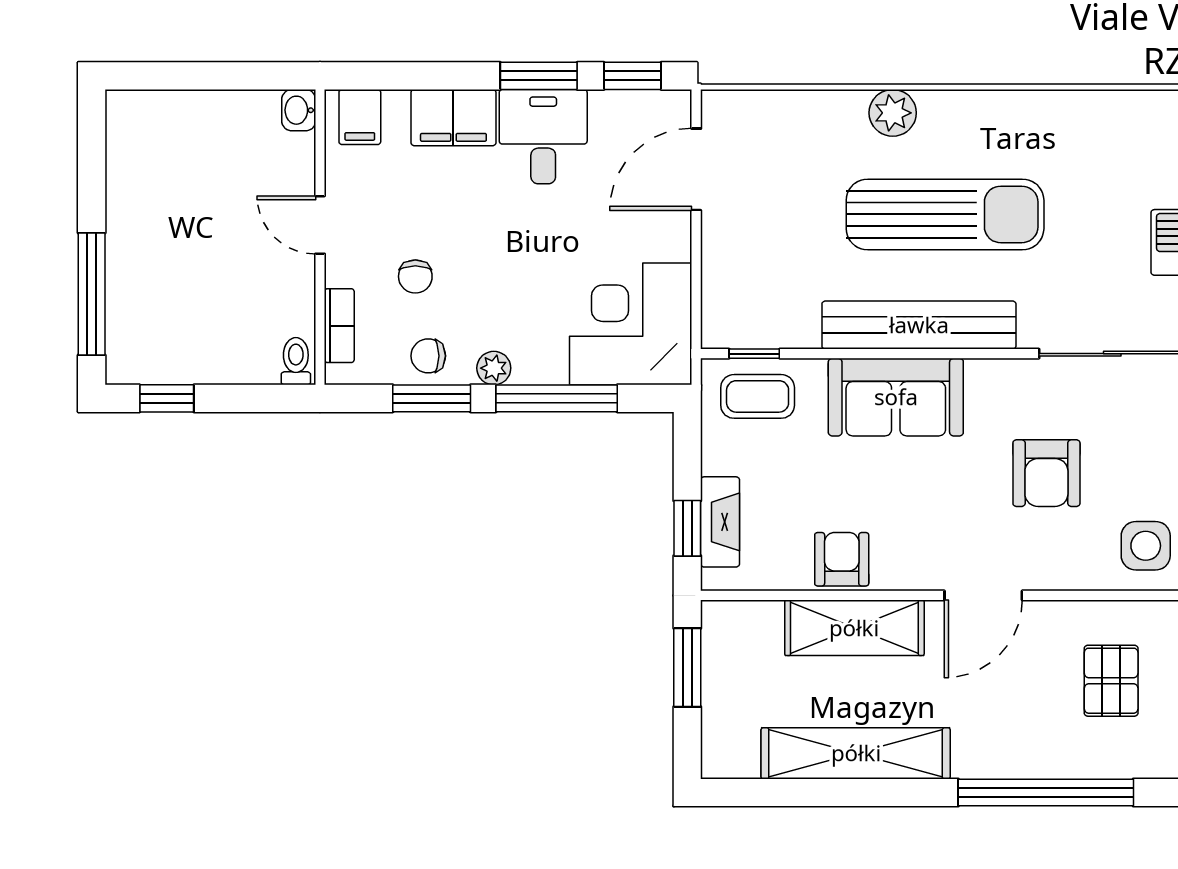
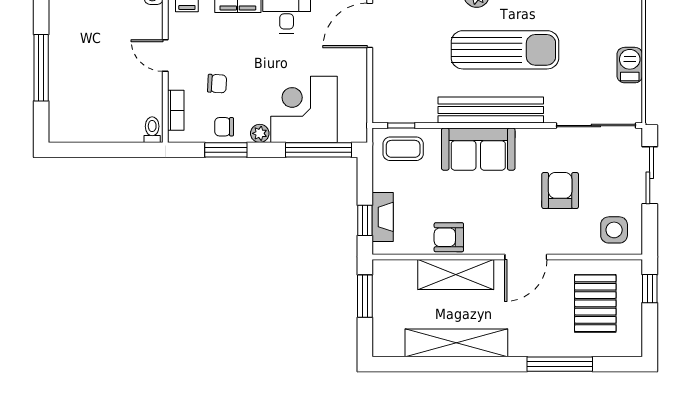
chair: (415, 276) -> (217, 84), turned -87
window: (92, 294) -> (41, 68), moved
corner desk: (631, 324) -> (304, 109), moved
window: (167, 398) -> (82, 150), removed
window: (557, 398) -> (318, 150), moved
armchair: (1046, 473) -> (560, 190), turned 180
armchair: (842, 559) -> (449, 237), turned -90
pallet: (1111, 681) -> (595, 303), width x1.50, depth x1.42
window: (1046, 793) -> (560, 364), width x0.68

